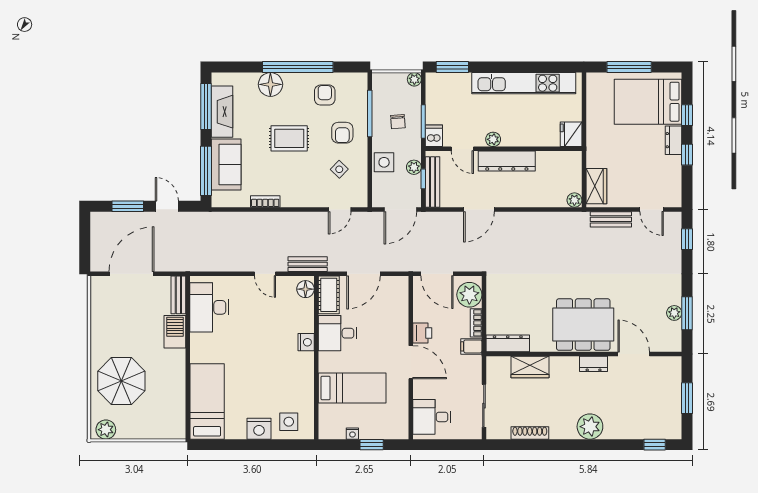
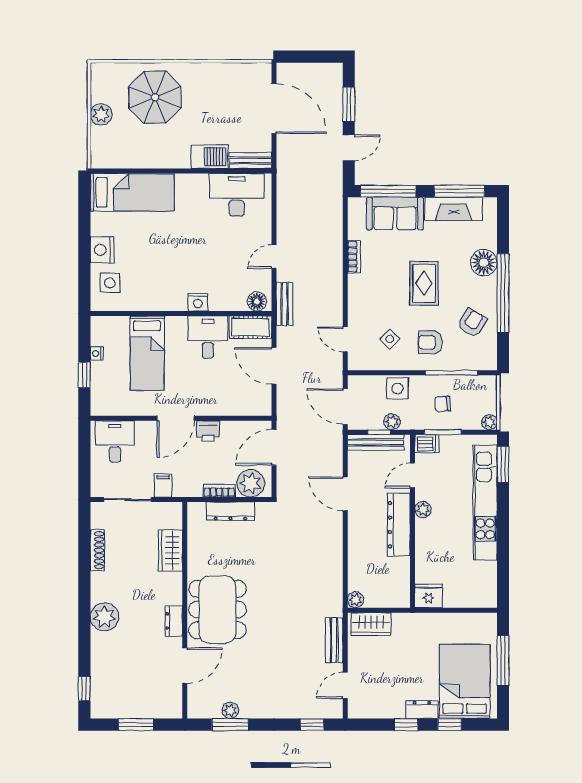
kitchen unit: (524, 83) -> (485, 502), moved
armchair: (325, 95) -> (472, 323), turned -58
dresser: (508, 343) -> (230, 511), moved, turned 90
filing cabinet: (471, 346) -> (163, 485), moved
plant: (106, 430) -> (101, 115), moved

